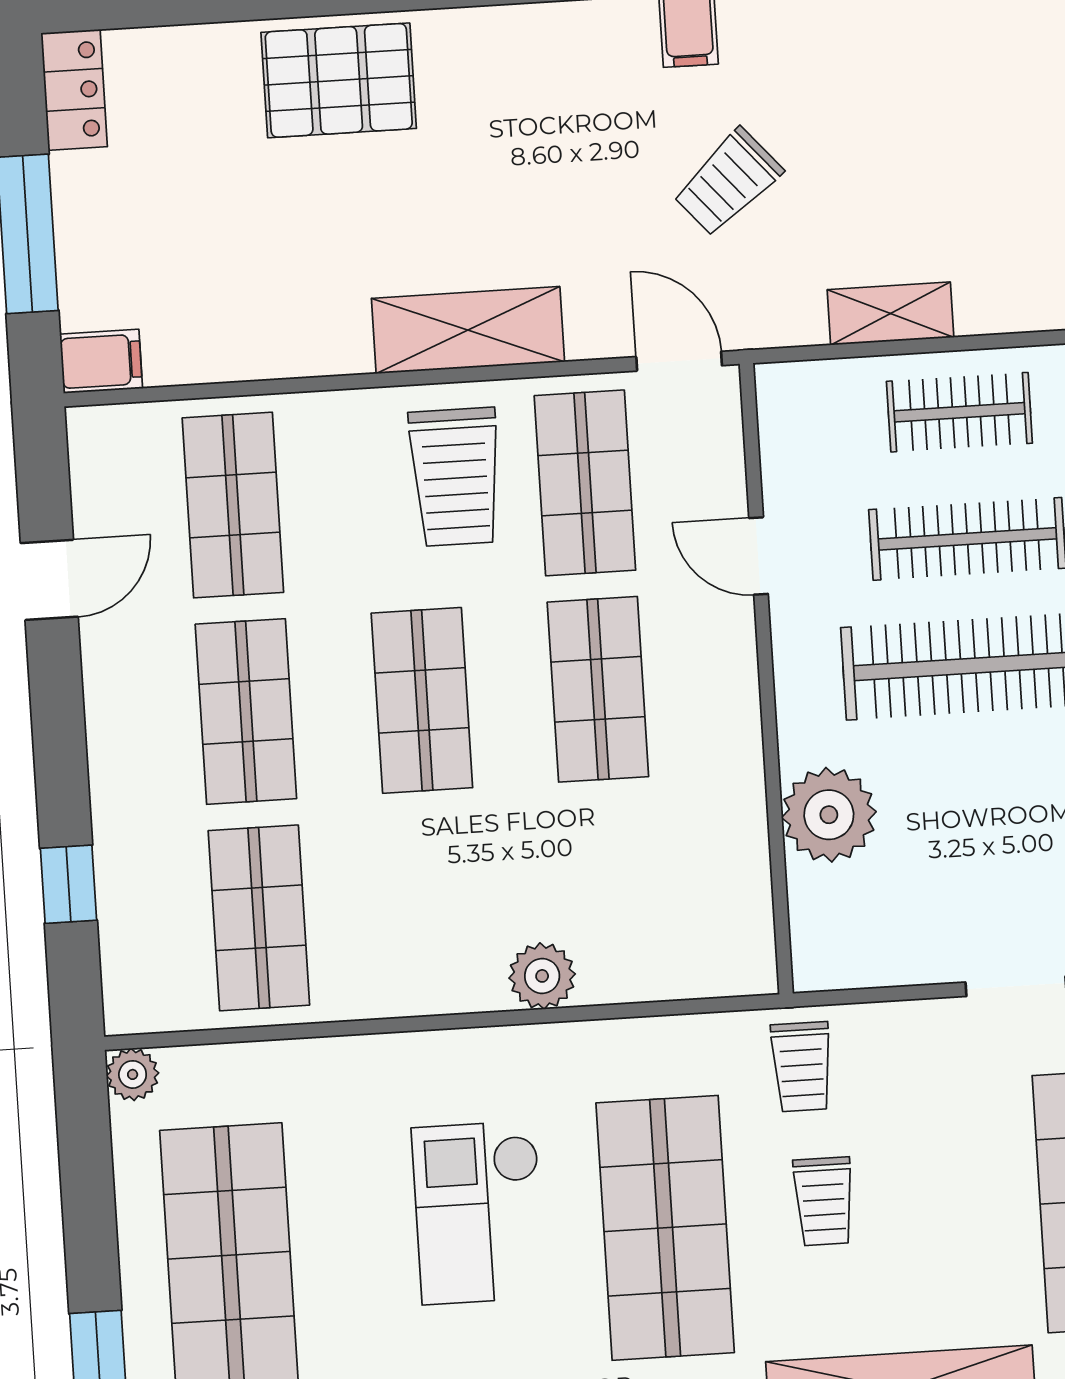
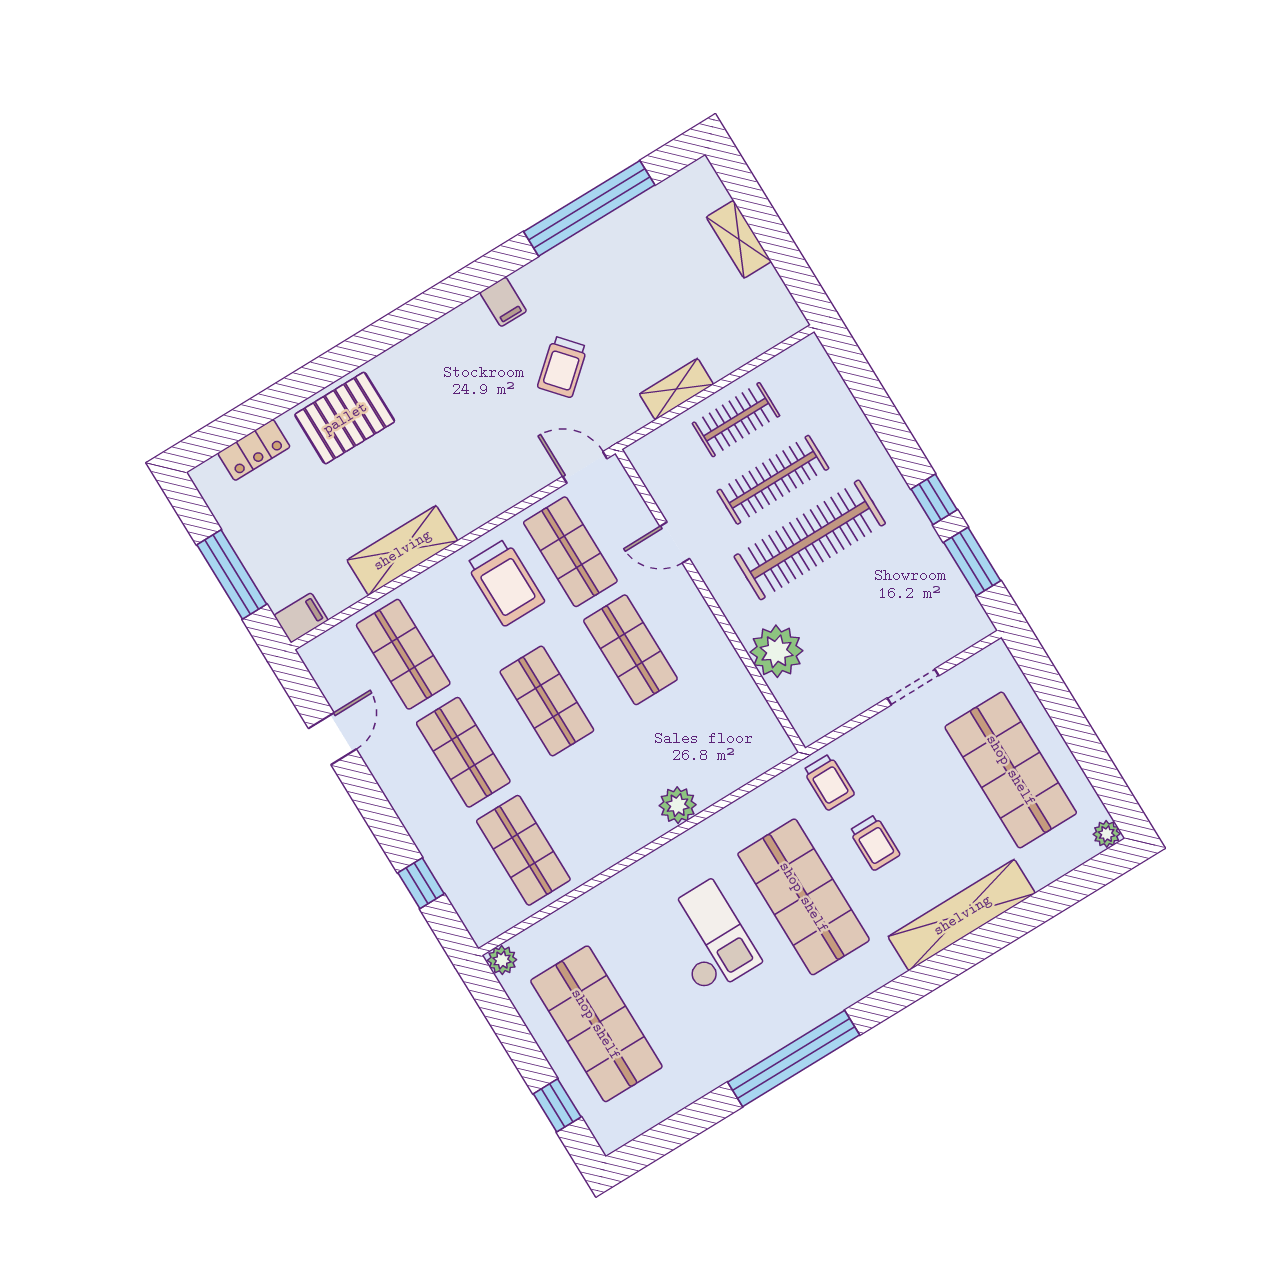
locker: (74, 90) -> (254, 450), moved, turned 90
shelving: (468, 330) -> (402, 550), moved
checkout: (479, 1213) -> (708, 938), turned 180

